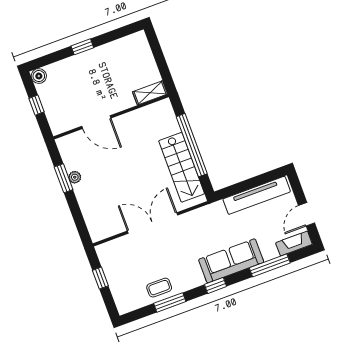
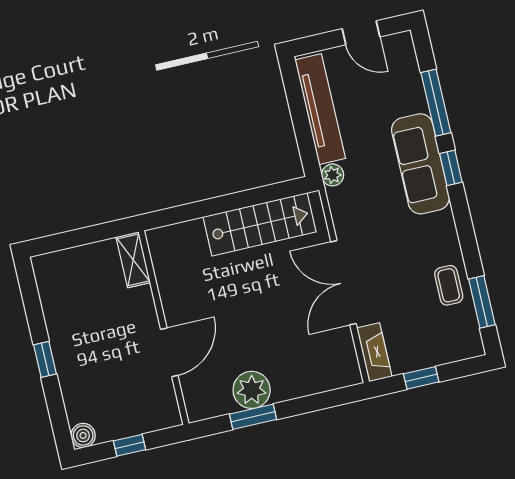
window: (192, 145) -> (226, 203), removed
plant: (75, 177) -> (252, 390), width x1.88, depth x1.88
plant: (217, 208) -> (333, 175), added
fireplace: (294, 244) -> (374, 352), moved, turned 180
window: (215, 285) -> (451, 168), moved
window: (170, 302) -> (482, 302), moved

